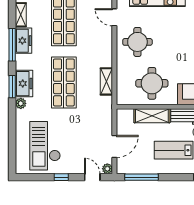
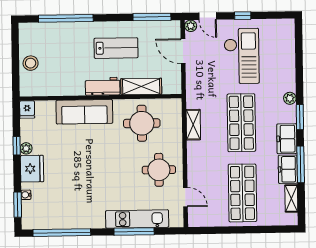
freezer: (24, 84) -> (287, 139), moved
checkout: (45, 146) -> (242, 56), moved
door: (114, 147) -> (183, 51), hinge flipped

